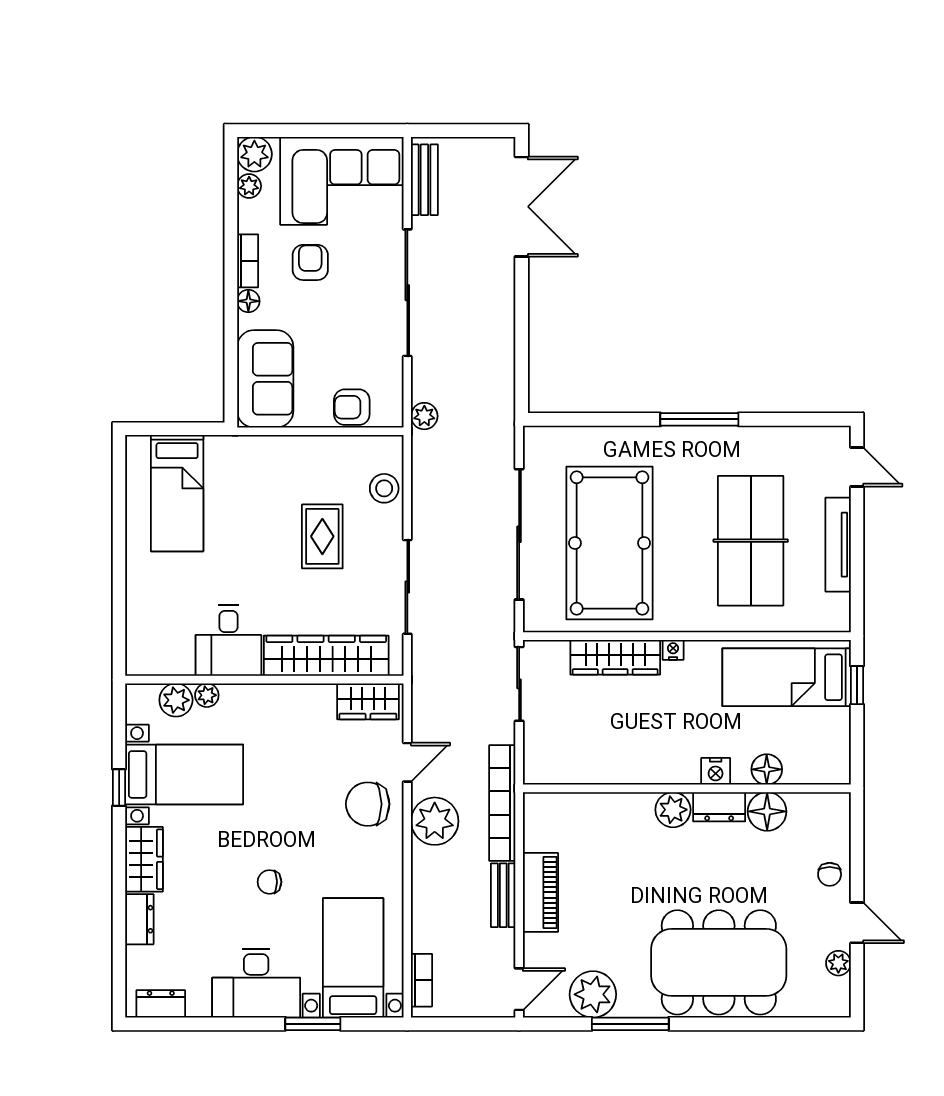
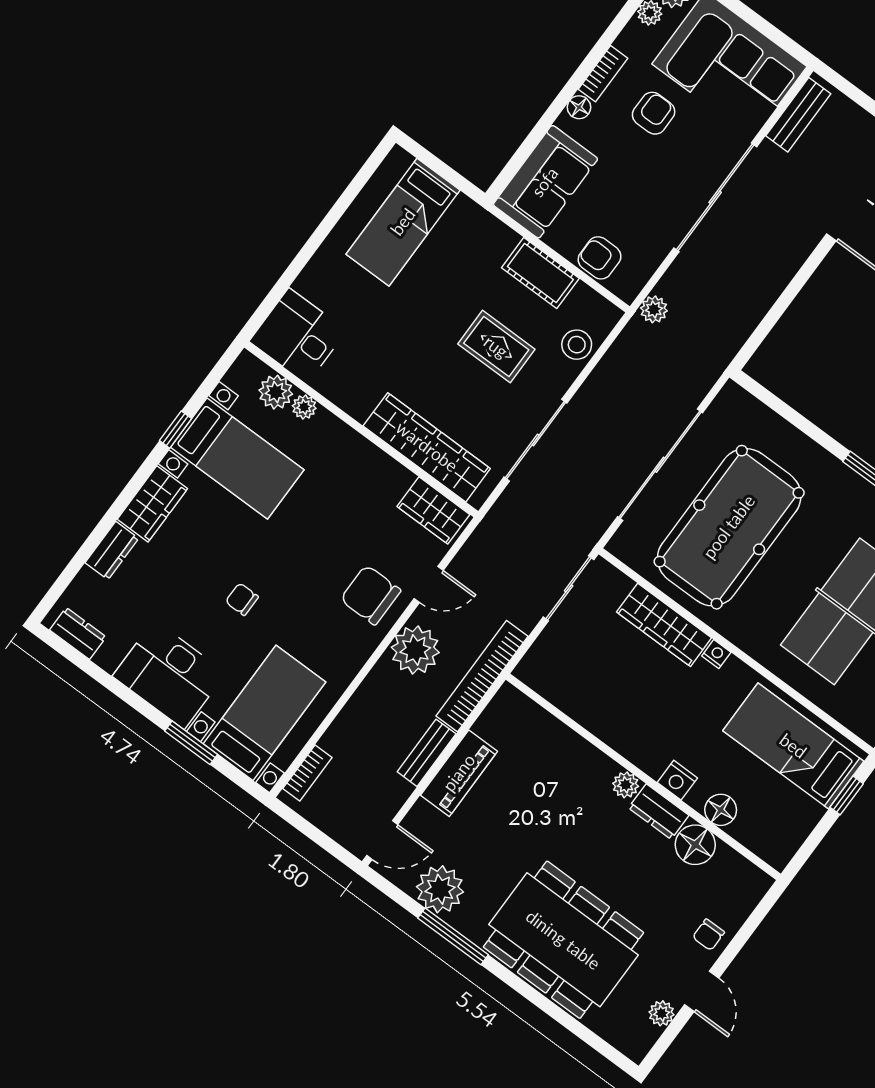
cot: (314, 453) -> (540, 273), added
rug: (322, 536) -> (496, 347), turned 90
desk: (228, 641) -> (298, 336), moved, turned 90
plant: (673, 810) -> (626, 785), width x0.73, depth x0.73

